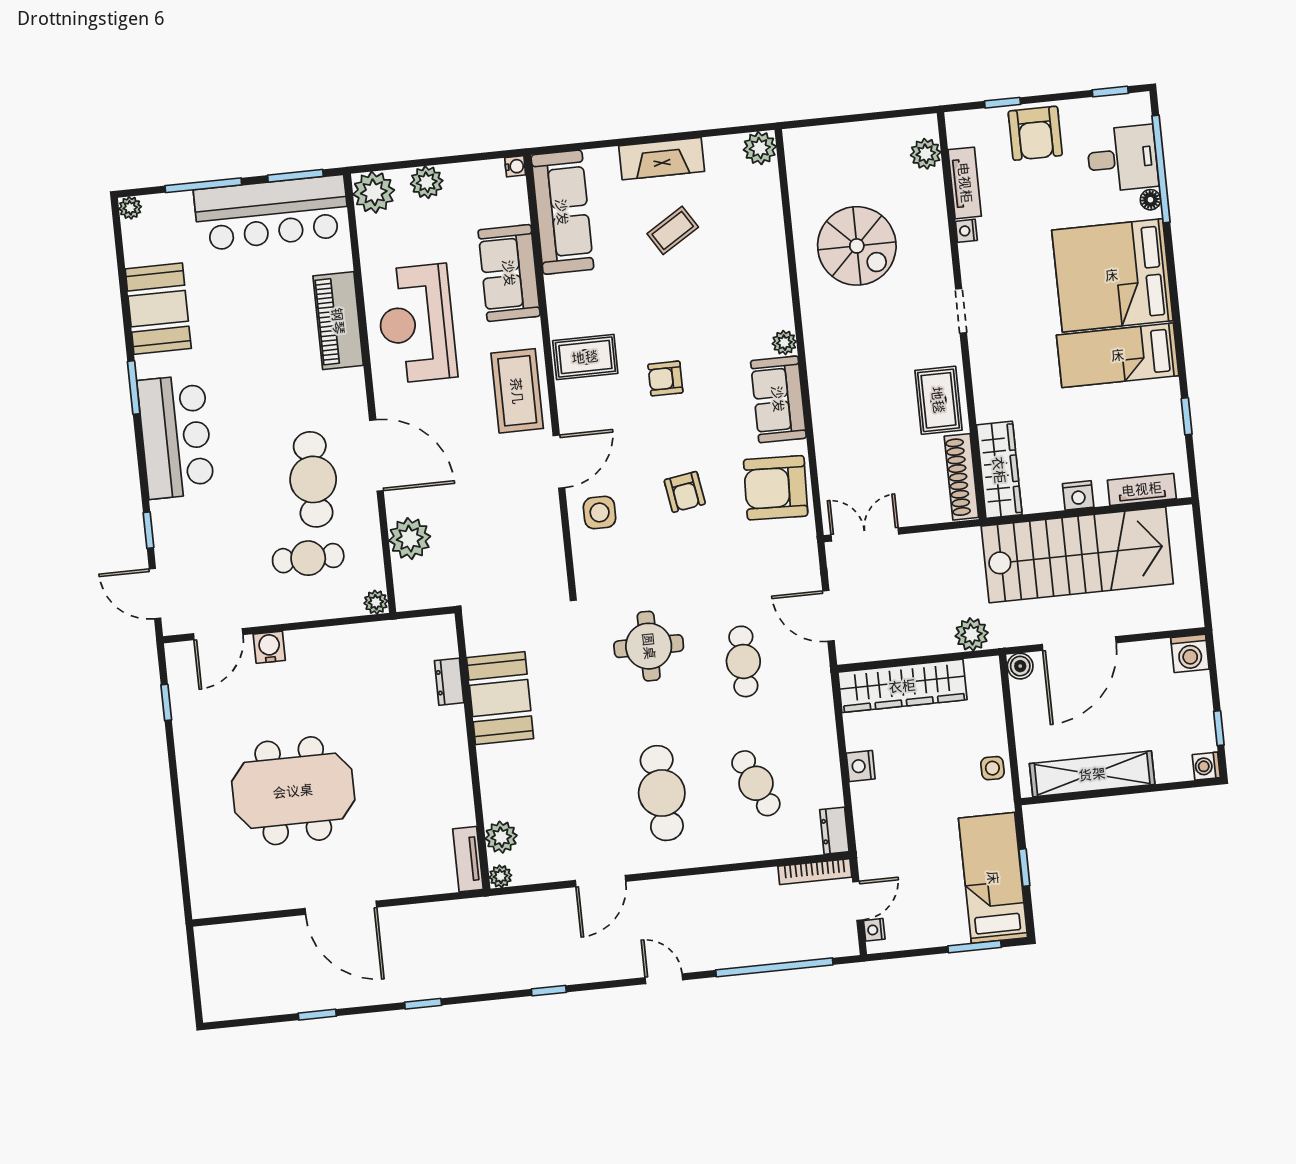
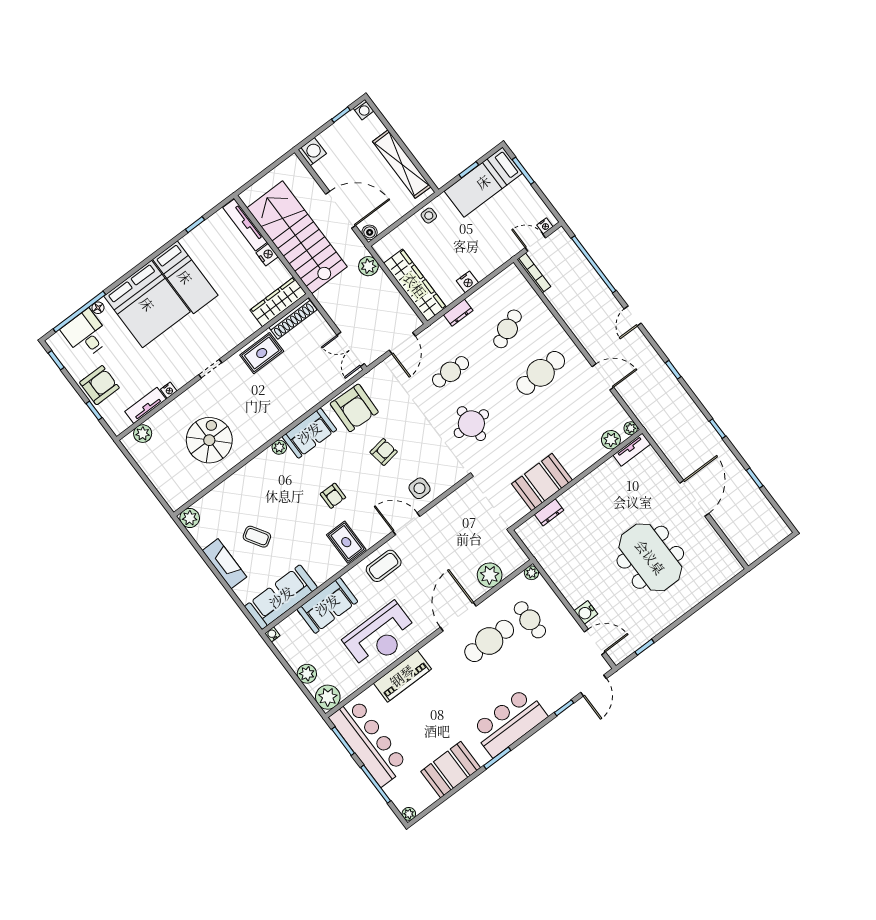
coffee table: (517, 391) -> (384, 566), width x0.73, depth x0.76
tv unit: (1142, 489) -> (245, 225), width x1.41
dresser: (834, 831) -> (458, 313), moved

